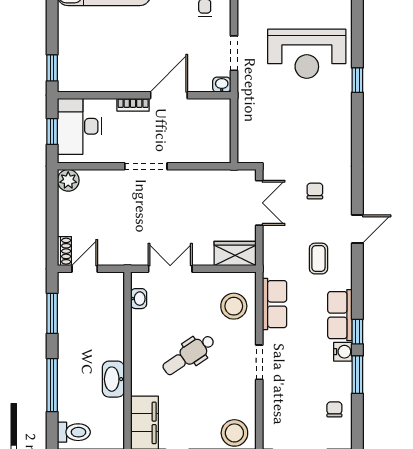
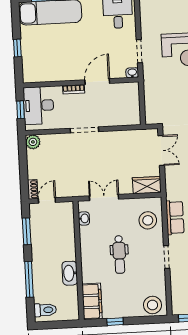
window: (52, 68) -> (17, 48), moved
dental chair: (189, 355) -> (119, 254), turned -56

